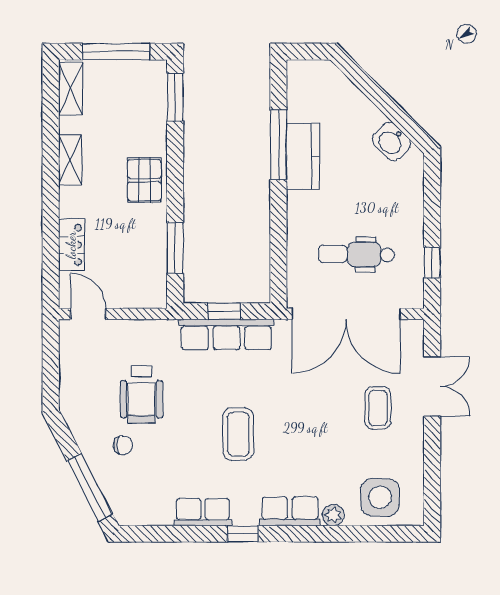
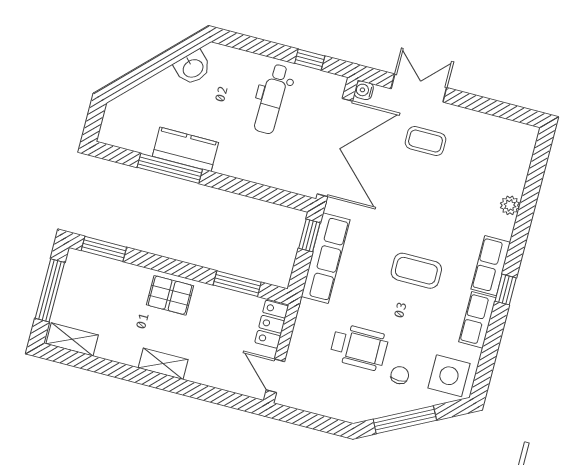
shelving: (70, 160) -> (163, 364), moved
locker: (71, 245) -> (272, 324), moved, turned -90
dental chair: (356, 254) -> (272, 99), moved
window: (224, 311) -> (309, 235), moved
door: (88, 314) -> (275, 376), hinge flipped
water cooler: (415, 329) -> (364, 90), added
window: (90, 487) -> (405, 420), moved
side table: (380, 497) -> (449, 376), moved
row of seats: (290, 511) -> (491, 266), moved

